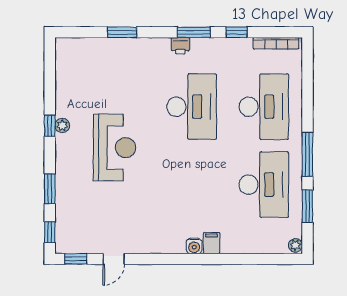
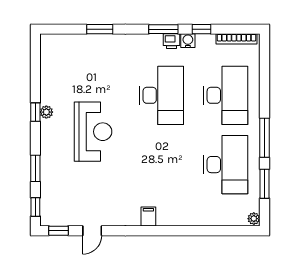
printer: (180, 46) -> (172, 41), moved
filing cabinet: (212, 243) -> (148, 216), moved
water cooler: (194, 246) -> (188, 41), moved, turned 180

